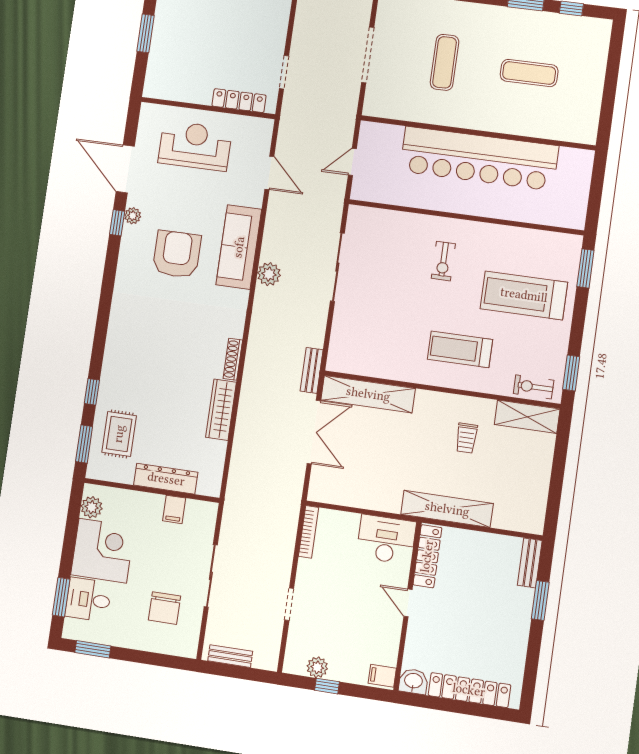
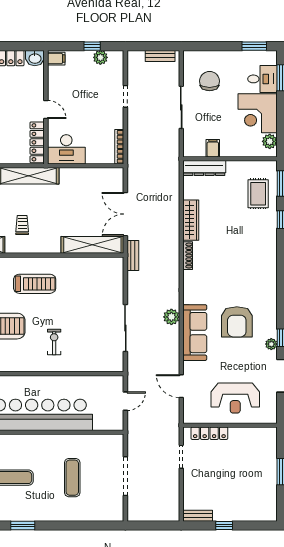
dresser: (166, 479) -> (204, 168), moved

